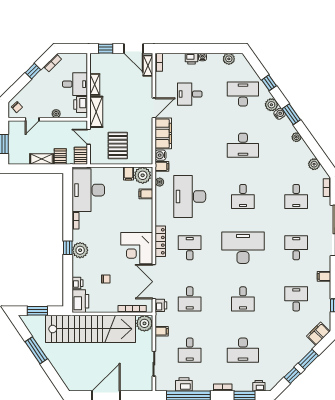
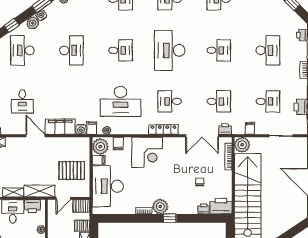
desk: (88, 190) -> (108, 186), moved, turned 90
corner desk: (137, 248) -> (147, 152), moved
plant: (80, 250) -> (160, 206), moved

